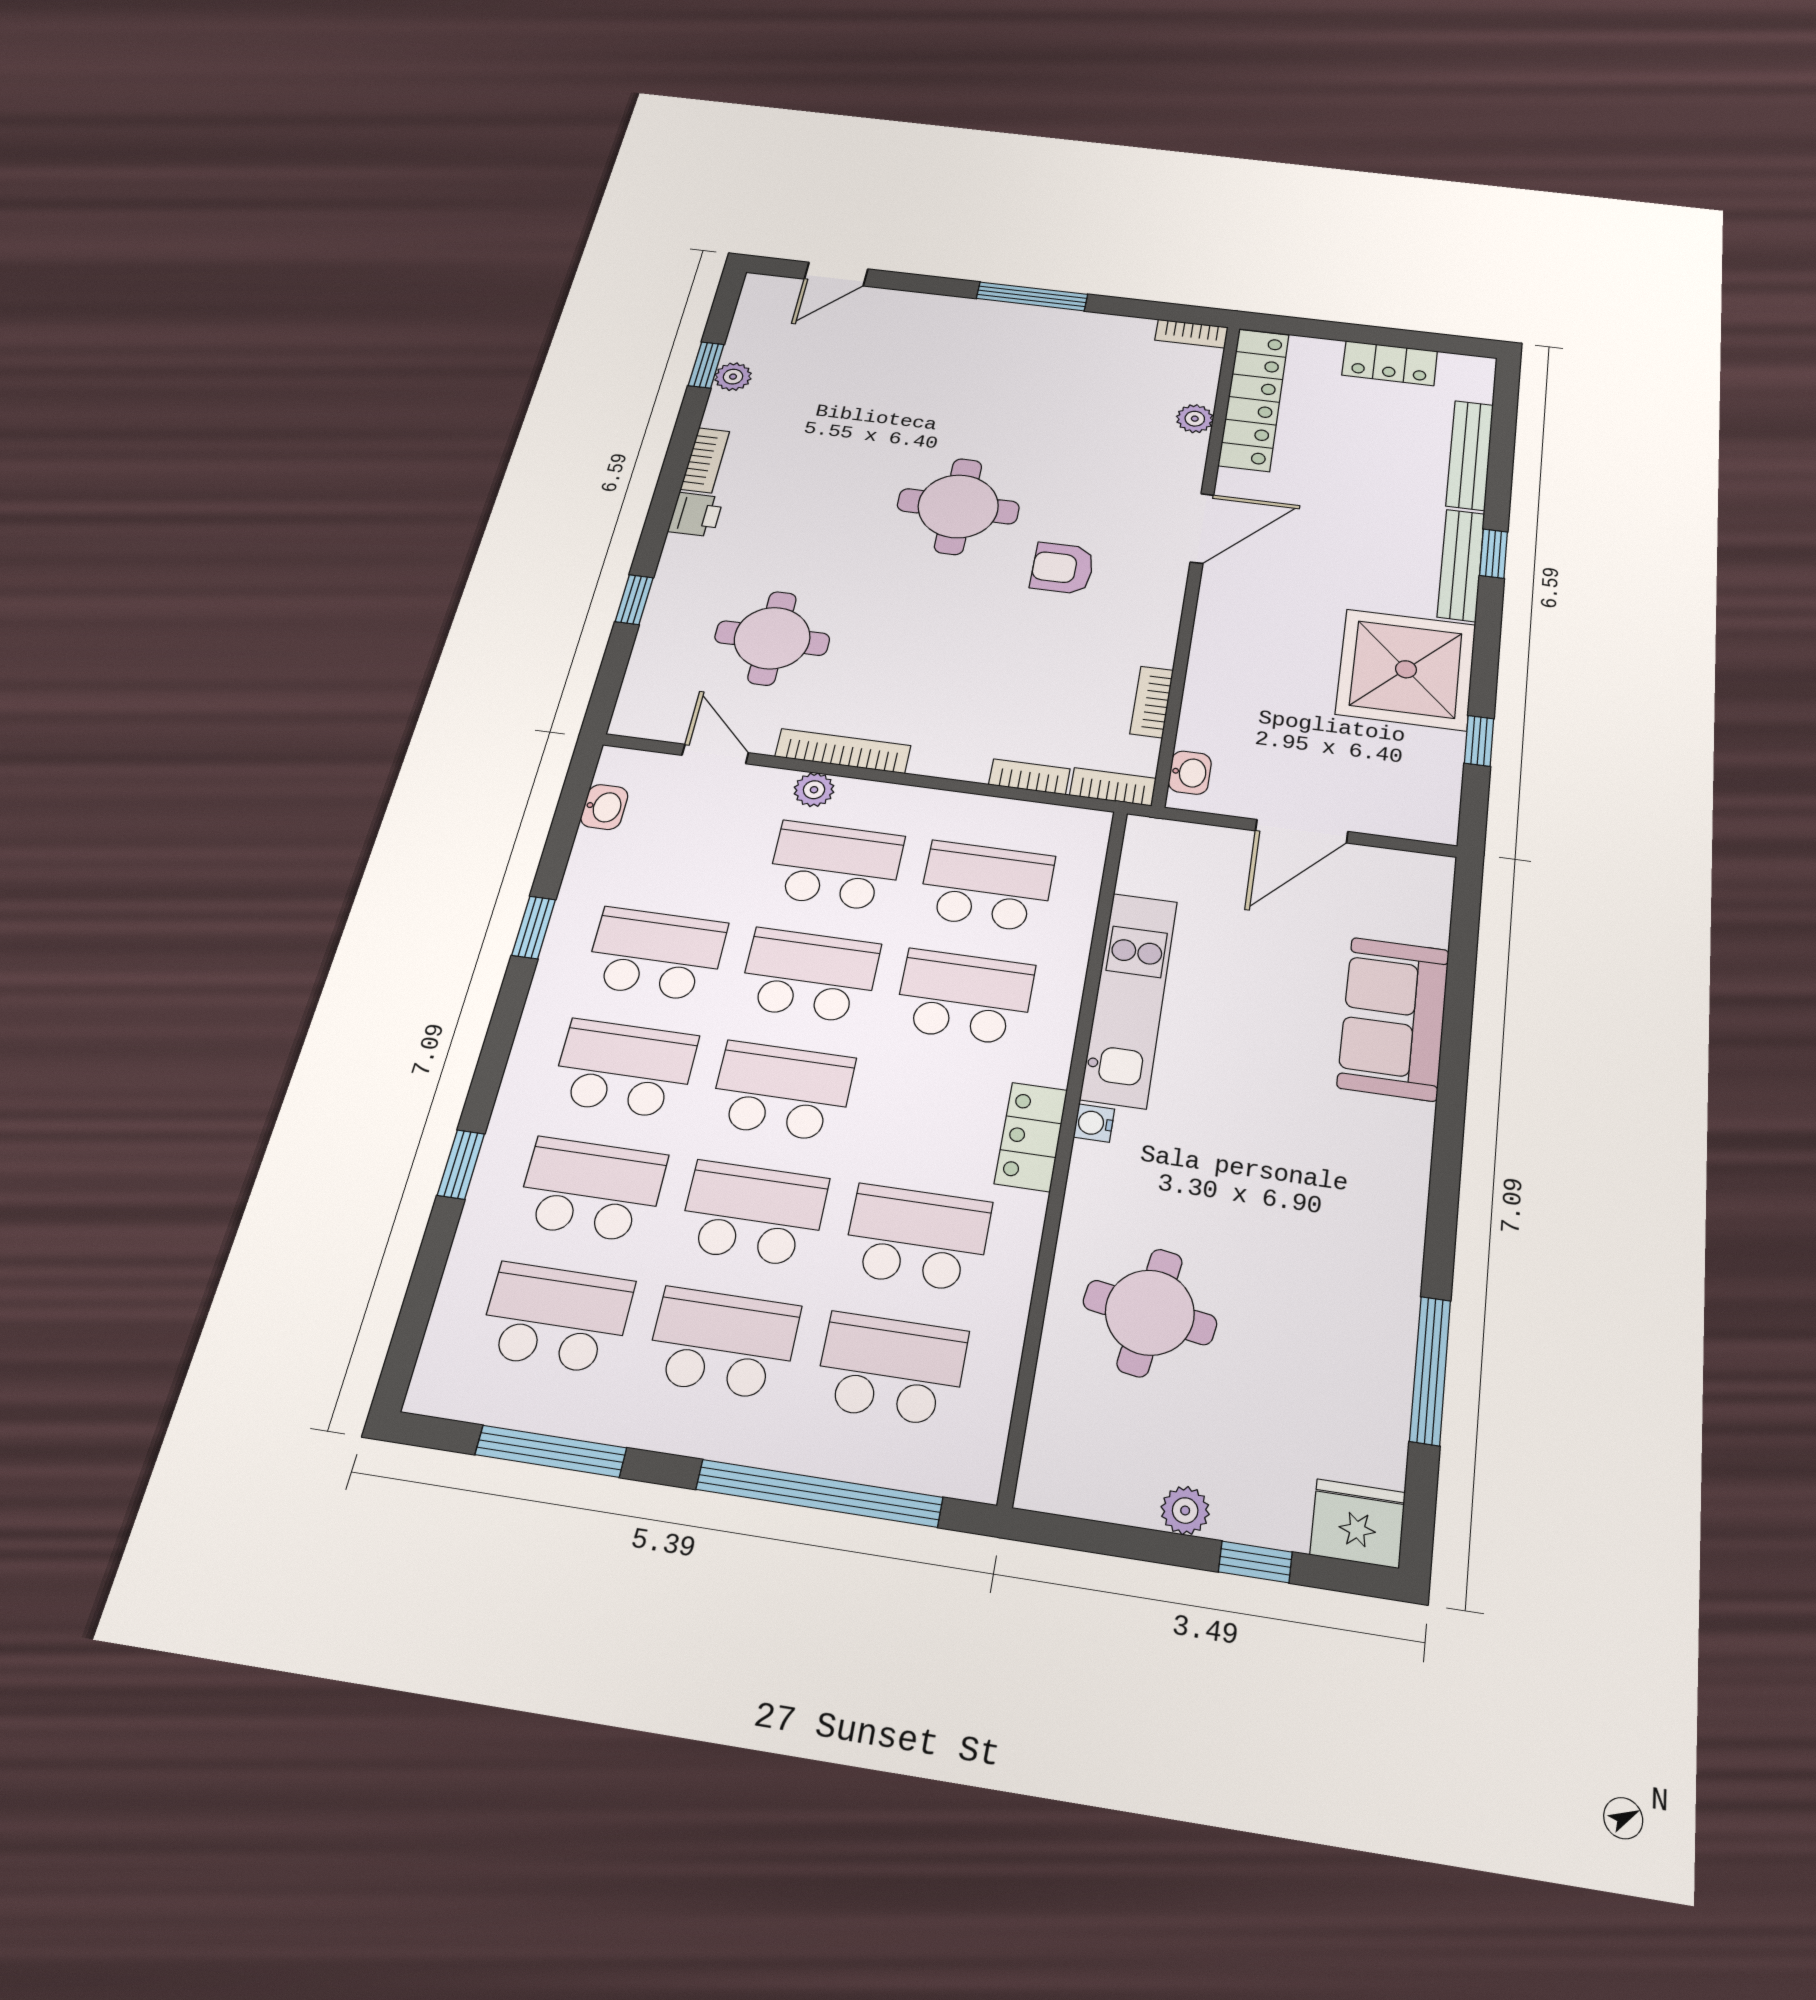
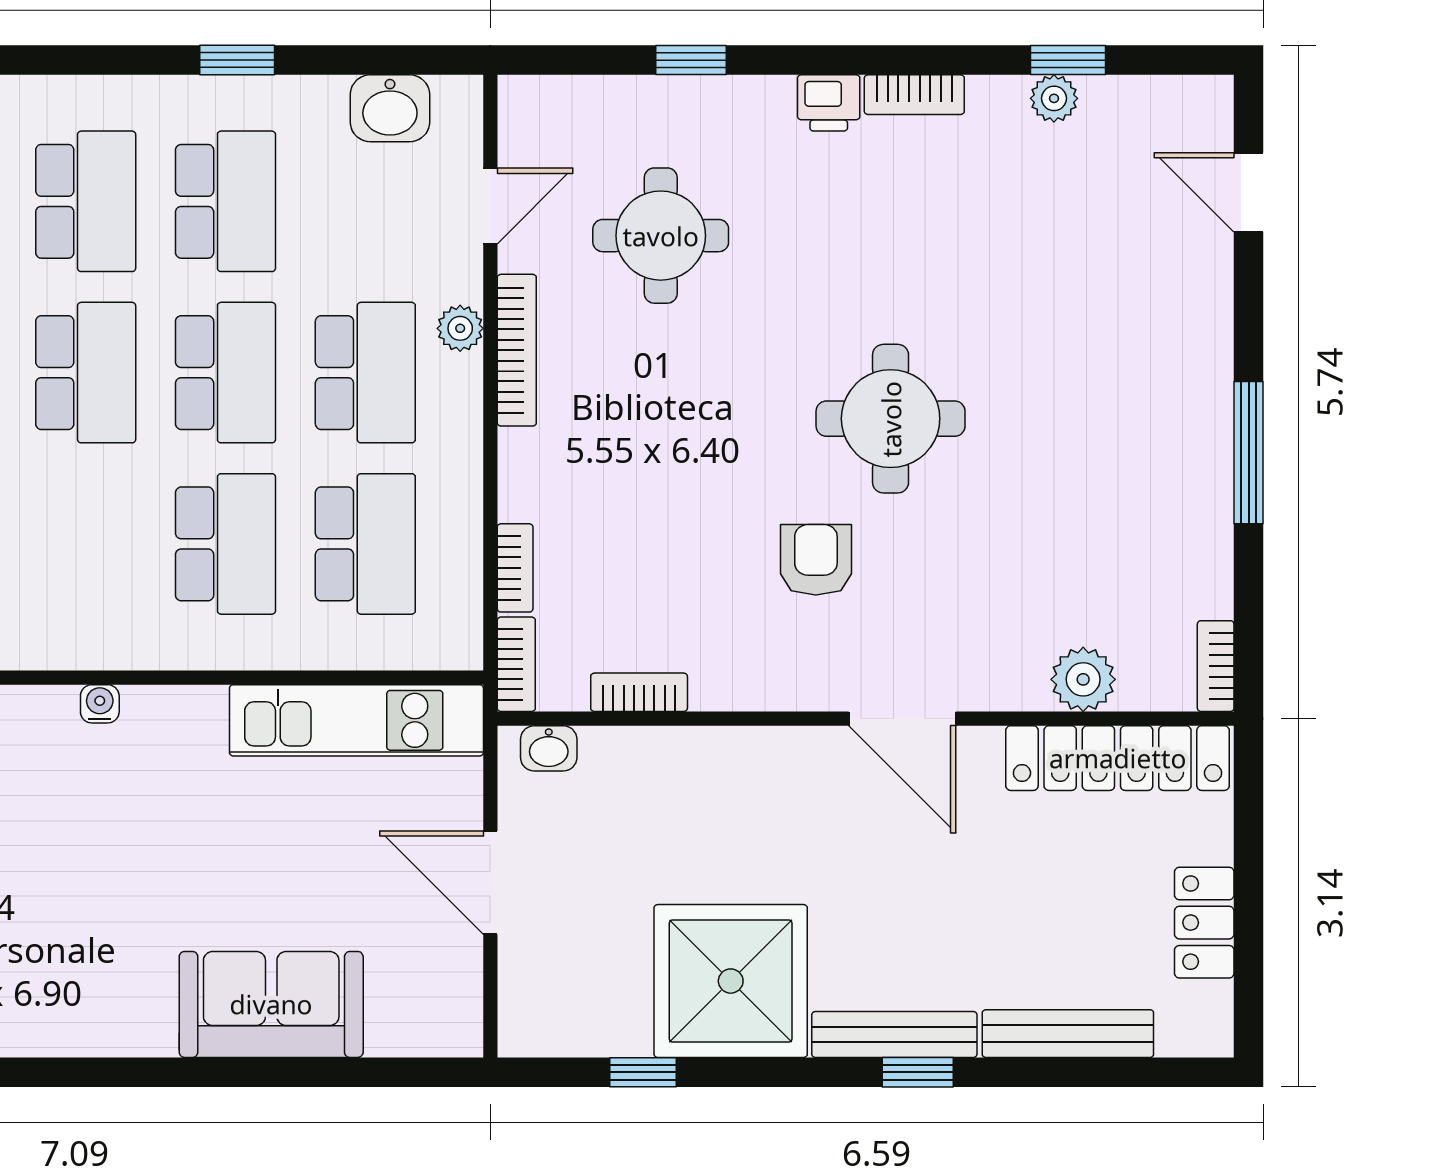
plant: (1195, 419) -> (1083, 679), width x1.38, depth x1.38
washbasin: (604, 807) -> (390, 108), width x1.38, depth x1.45
kitchen unit: (1129, 999) -> (356, 720), moved
locker: (1031, 1137) -> (74, 641), removed

